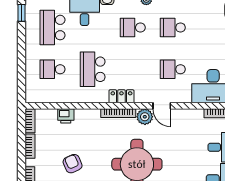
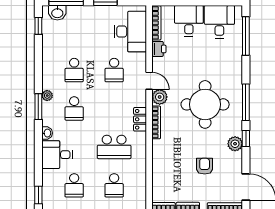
school desk: (52, 28) -> (74, 185), width x0.54
door: (162, 106) -> (149, 81), hinge flipped
printer: (66, 116) -> (159, 49), moved
armchair: (73, 164) -> (205, 166), turned 114

